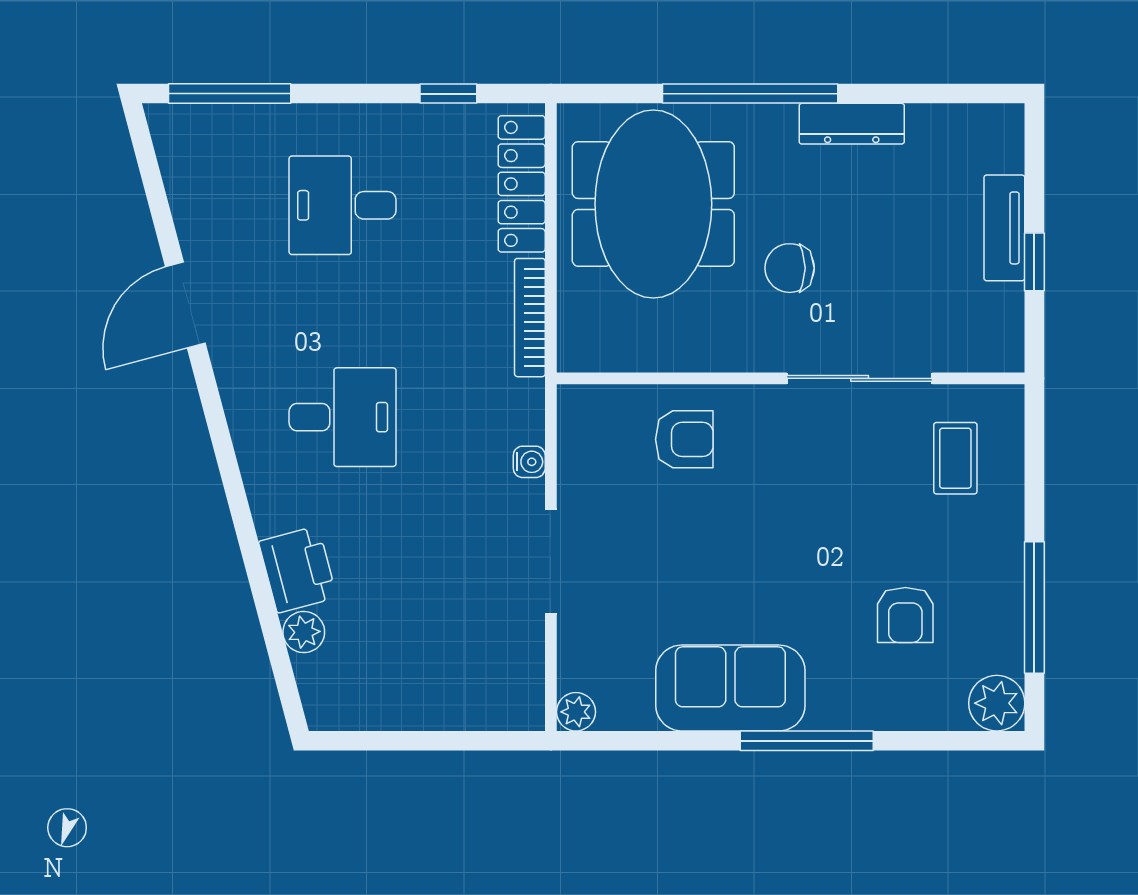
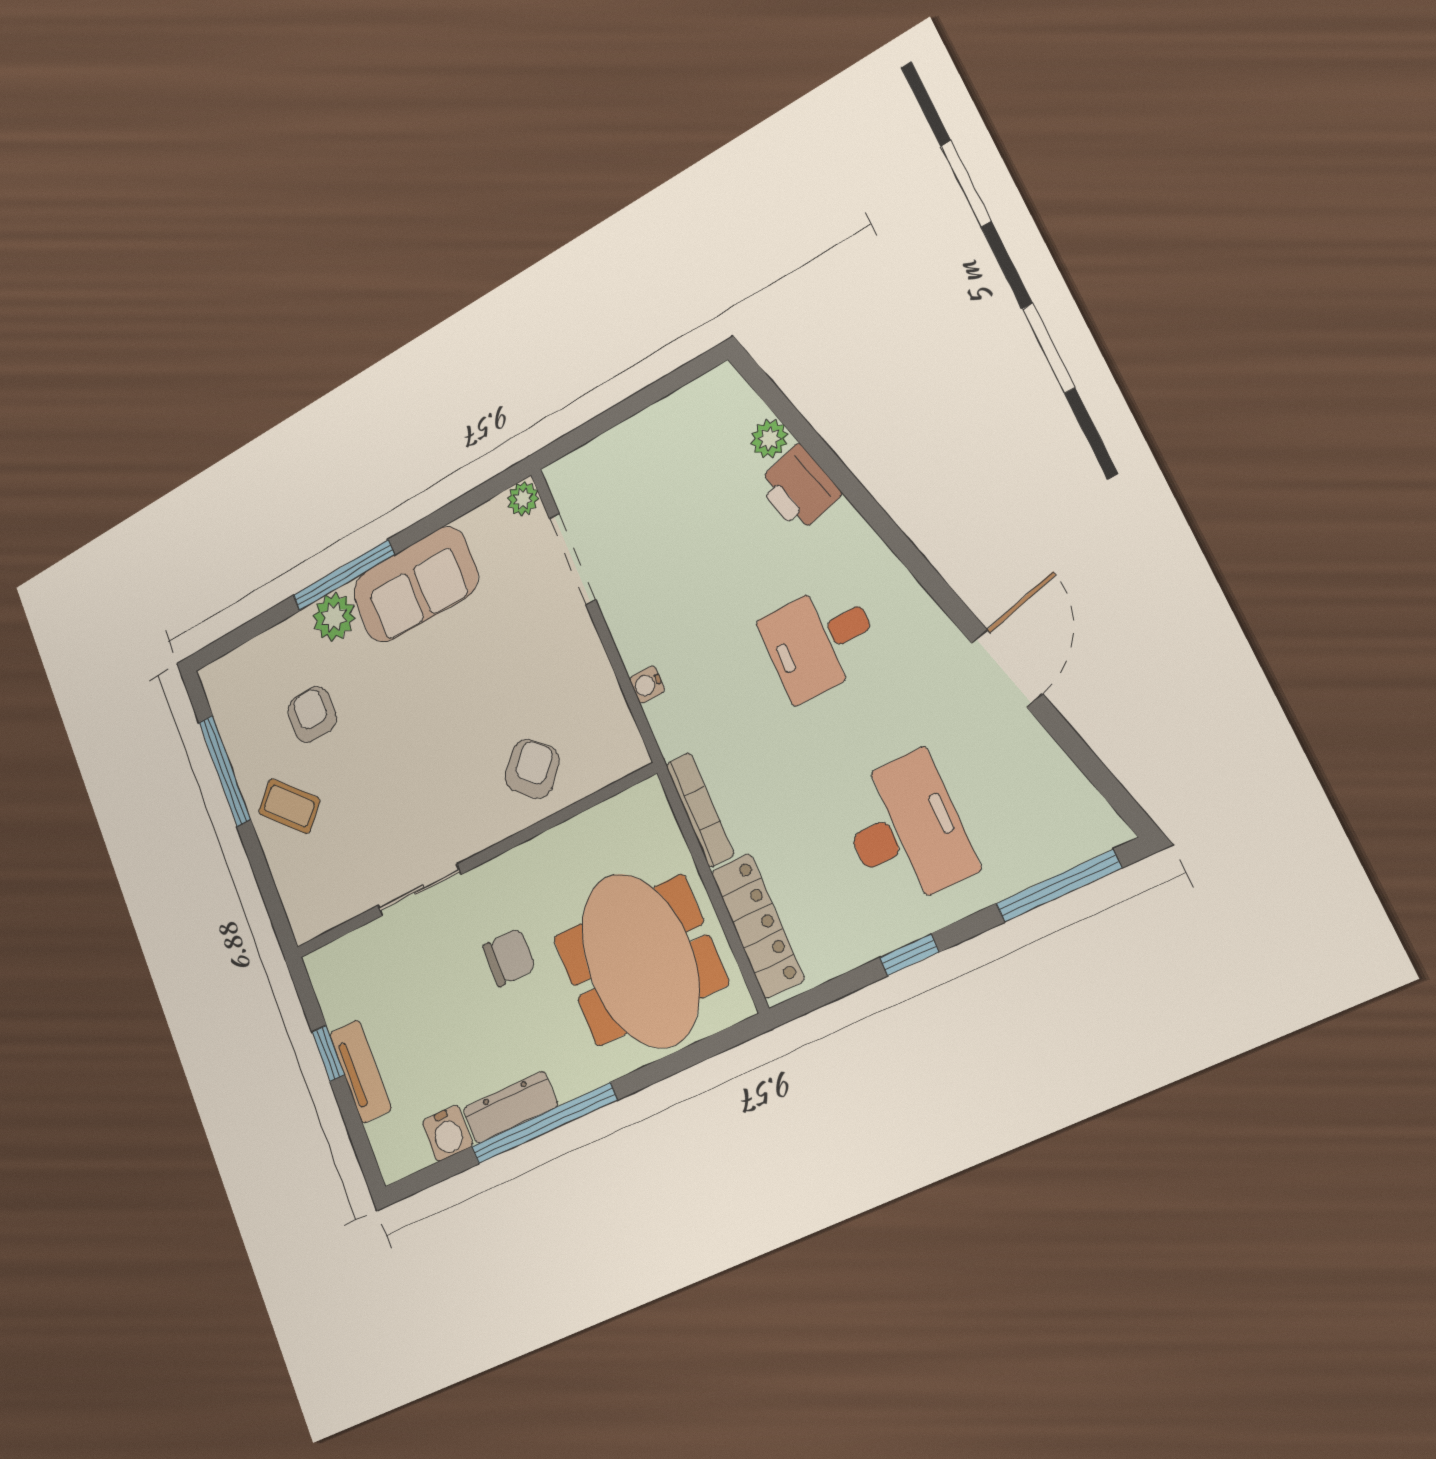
window: (448, 94) -> (909, 955), moved
window: (750, 94) -> (544, 1124), moved
water cooler: (932, 127) -> (447, 1133), added
desk: (343, 205) -> (906, 830), width x1.37
sliding door: (860, 378) -> (419, 890), width x0.73
armchair: (684, 439) -> (532, 769), turned 133
coffee table: (955, 458) -> (289, 806), moved, turned -45
doorway: (551, 561) -> (572, 559), moved
plant: (997, 703) -> (334, 617), moved

